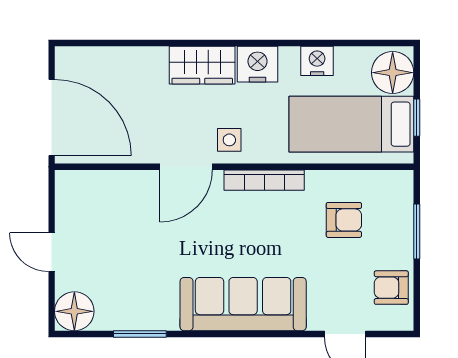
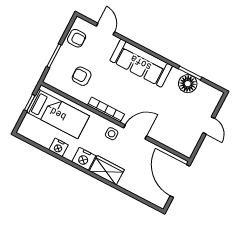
floor lamp: (393, 73) -> (30, 126), removed
floor lamp: (74, 311) -> (188, 84), moved

